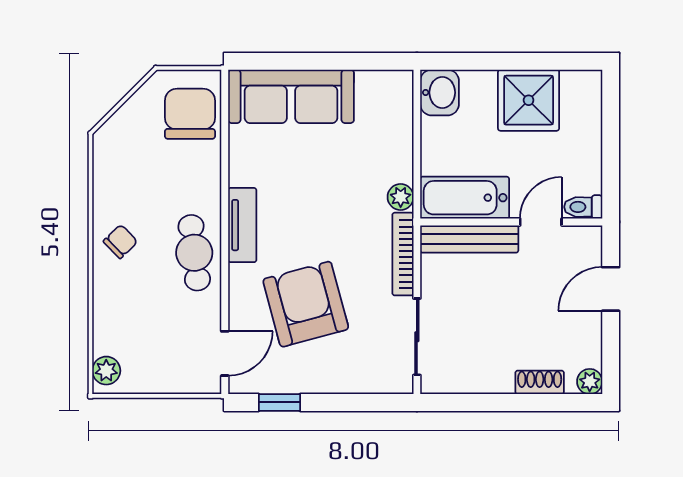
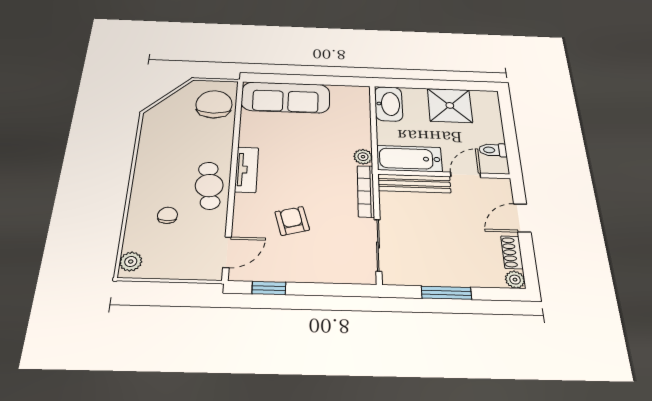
washbasin: (440, 93) -> (389, 104), width x1.38
toilet: (583, 207) -> (493, 150), moved
chair: (120, 241) -> (167, 215), moved, turned -46
armchair: (306, 304) -> (292, 221), width x0.53, depth x0.53
shoe rack: (540, 382) -> (512, 252), moved, turned -90
window: (501, 402) -> (446, 293), added

